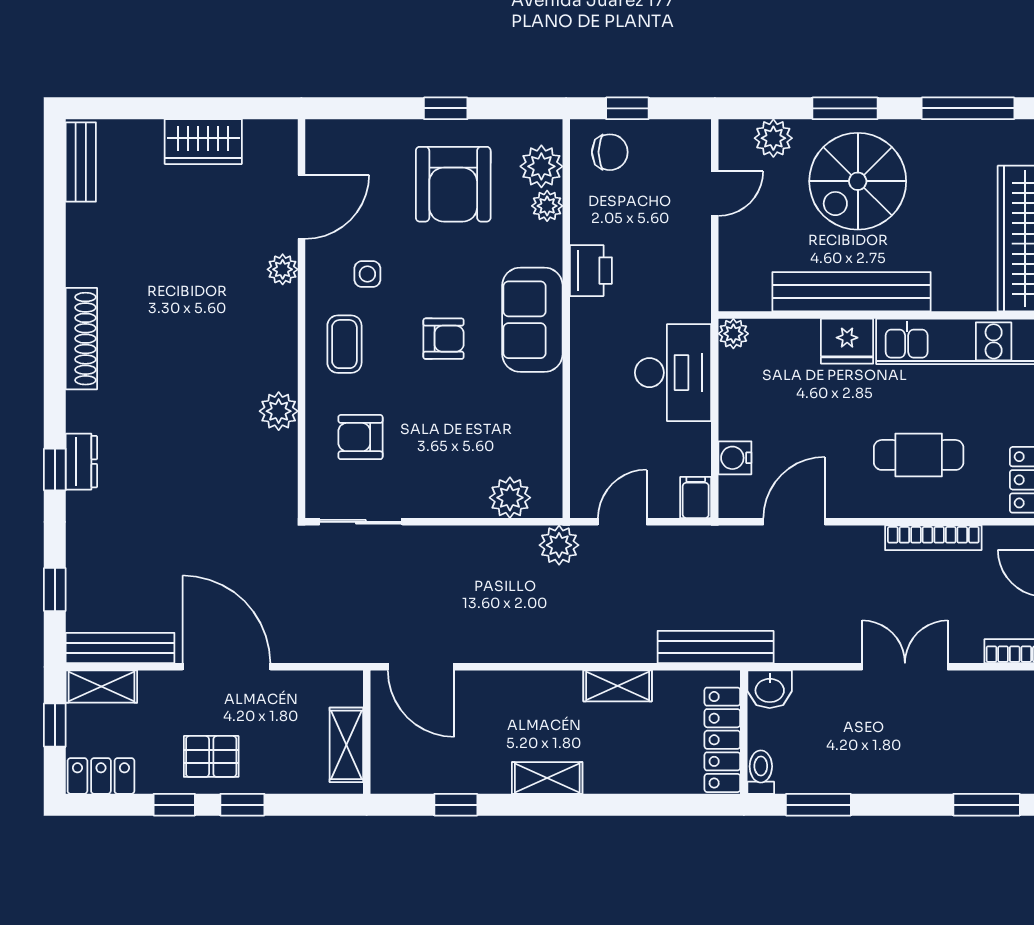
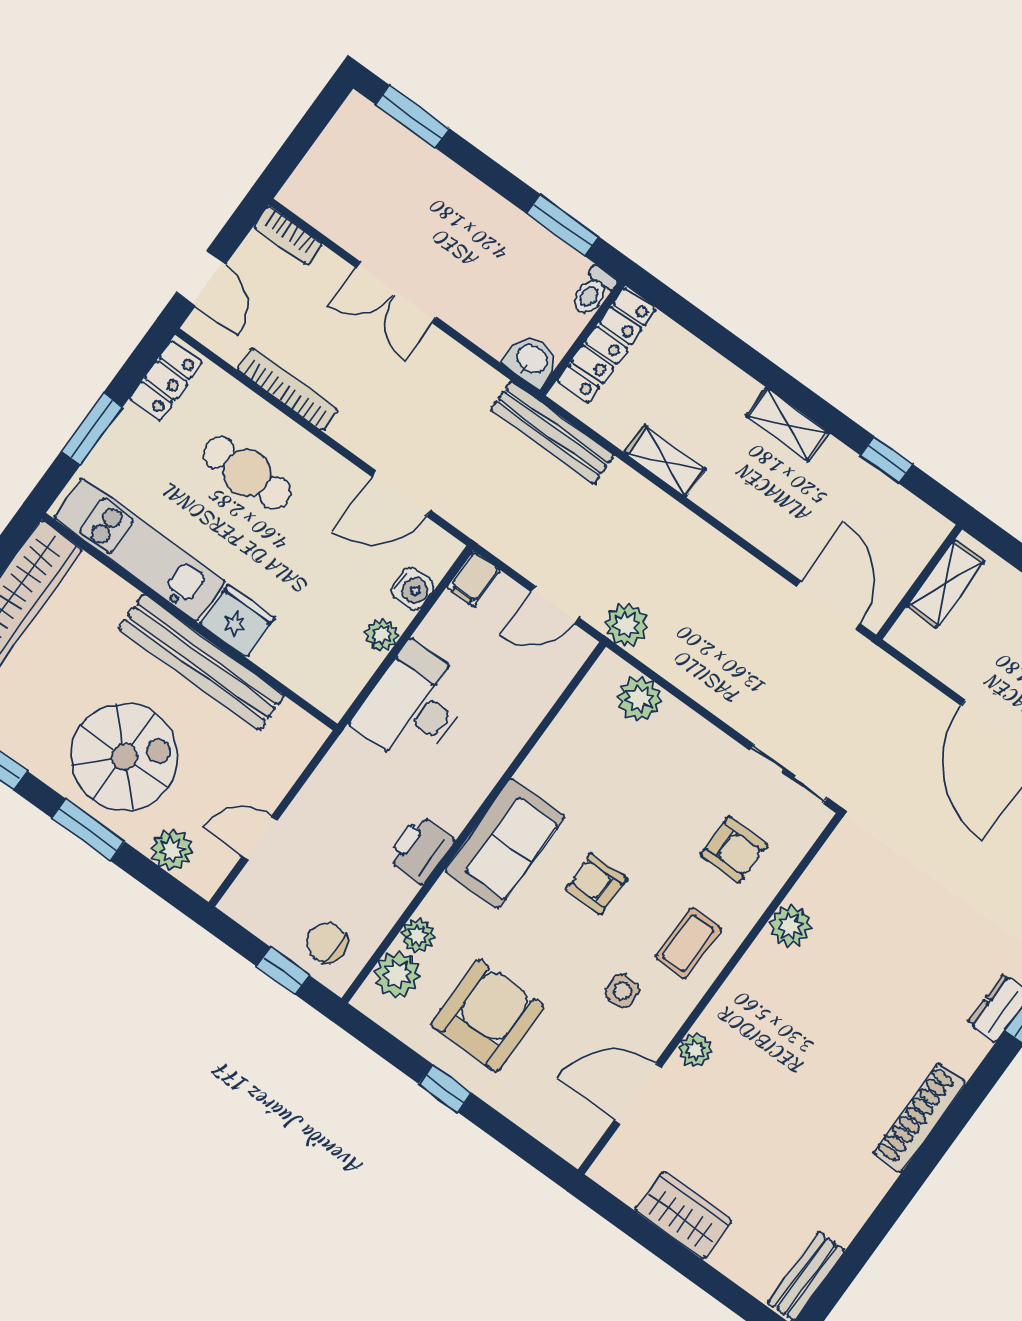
plant: (733, 334) -> (382, 635), moved

